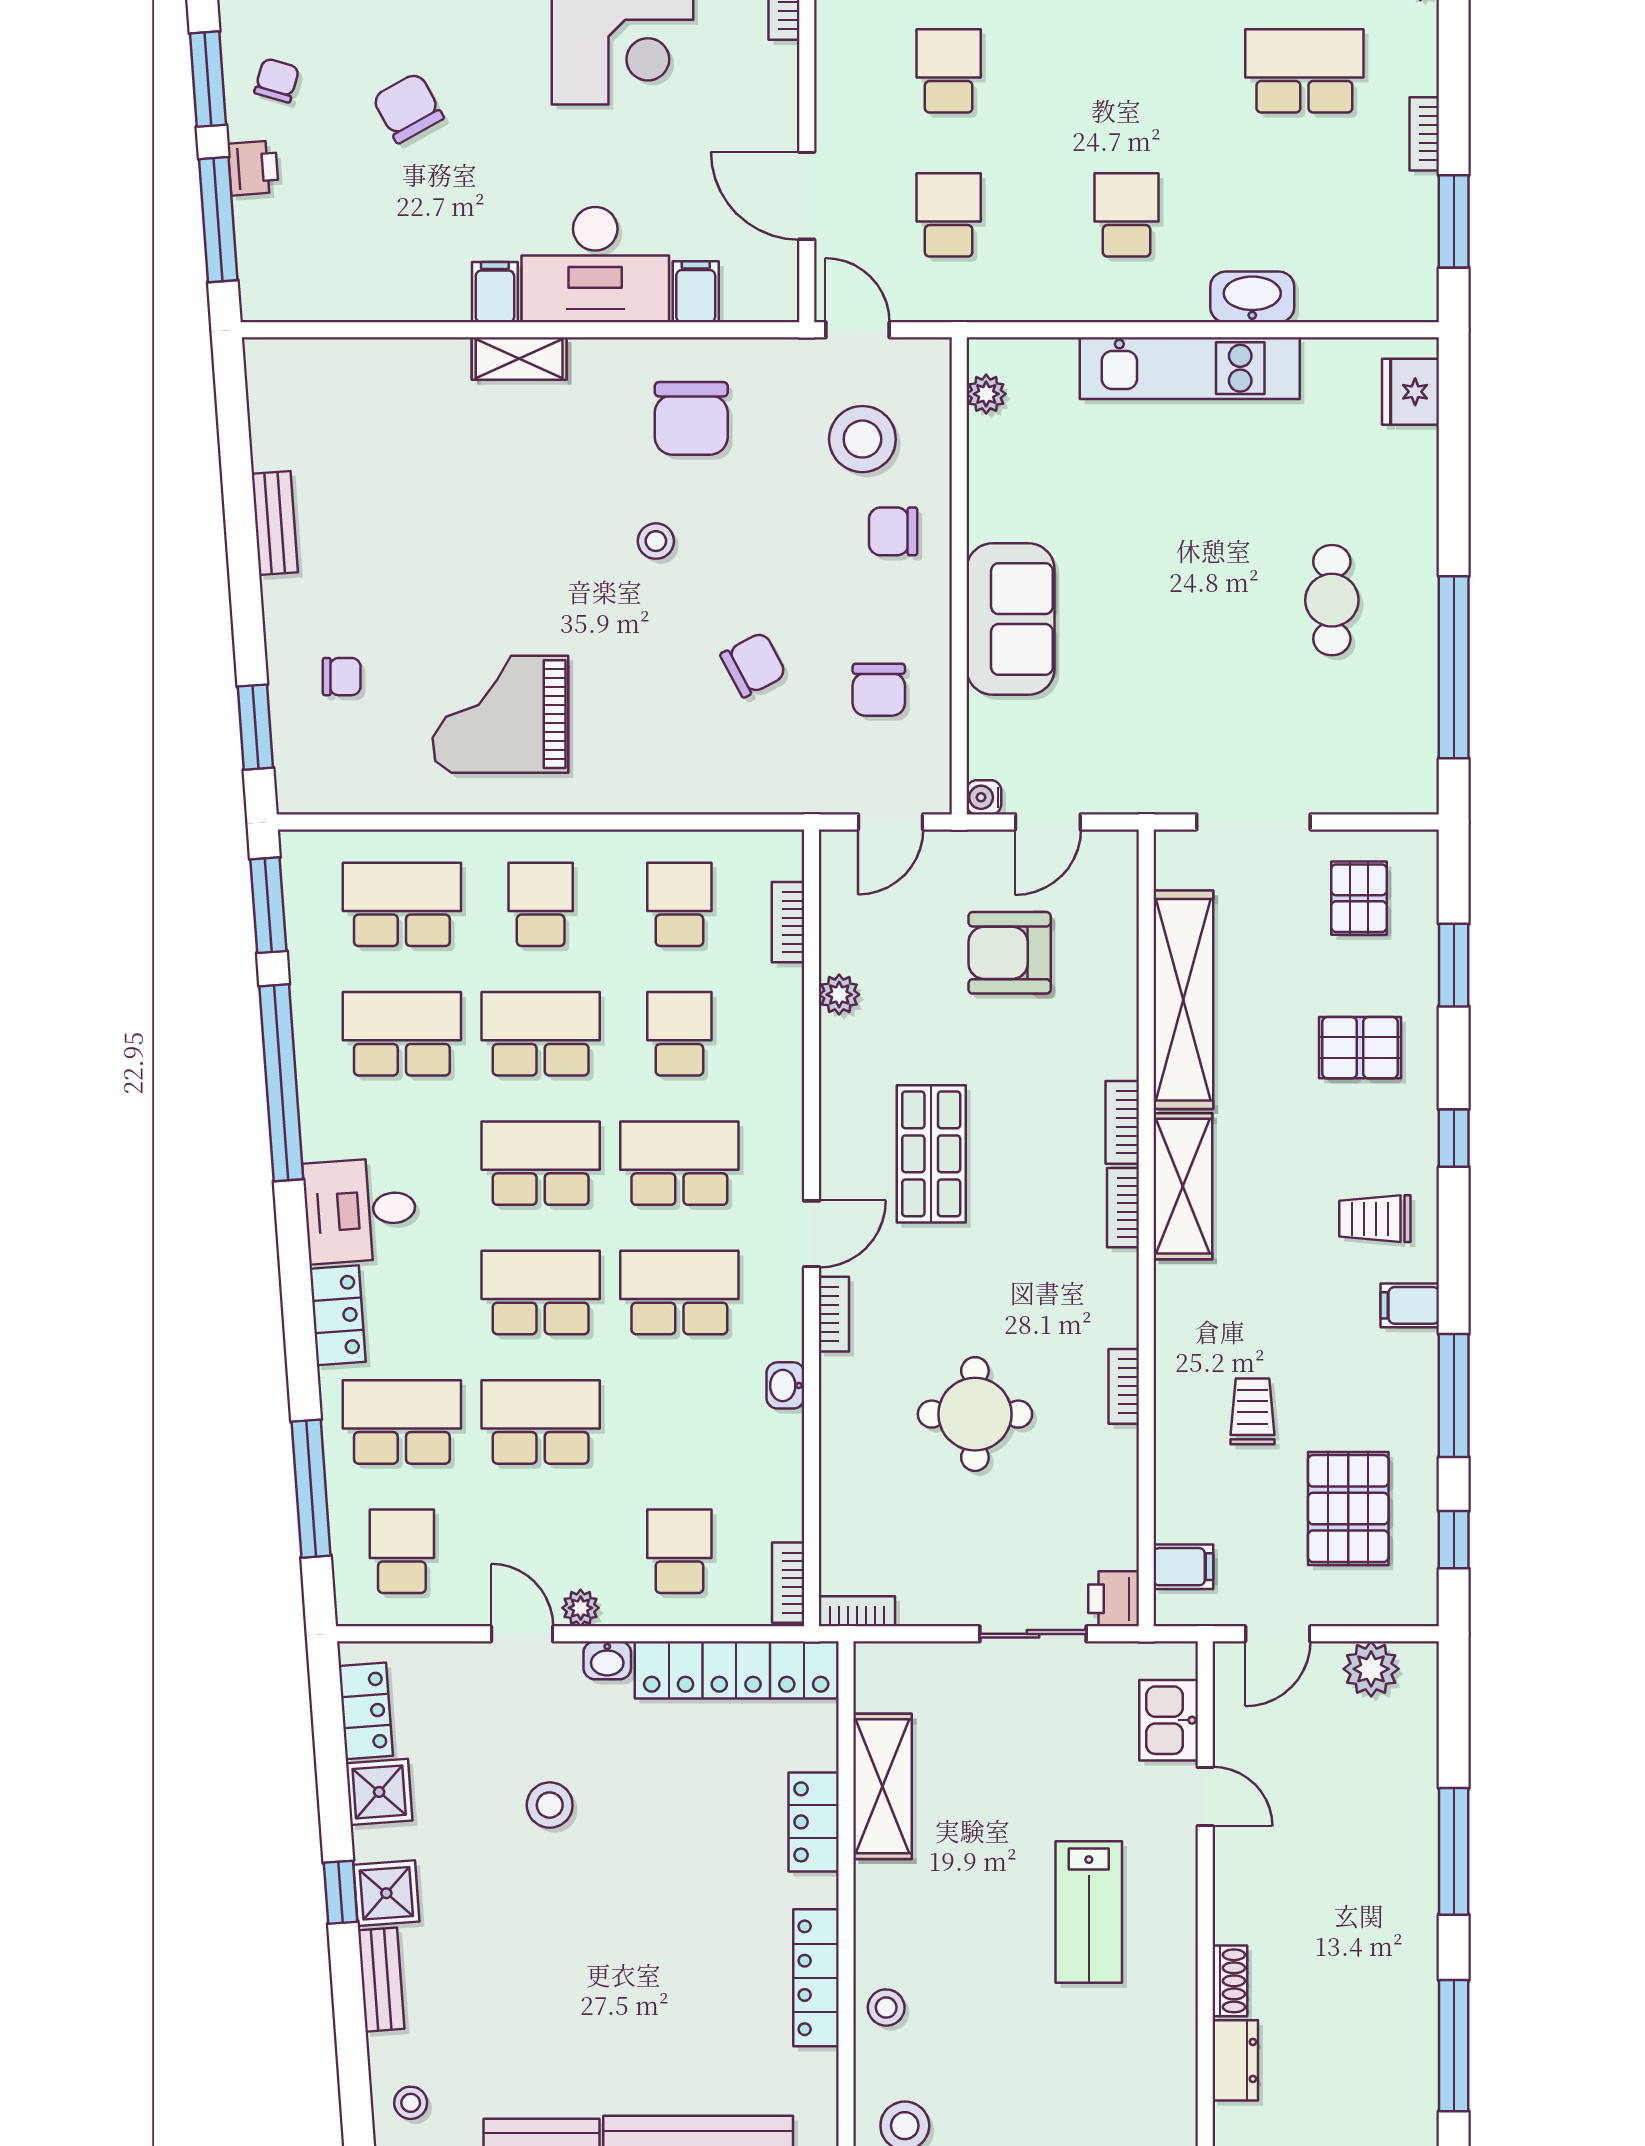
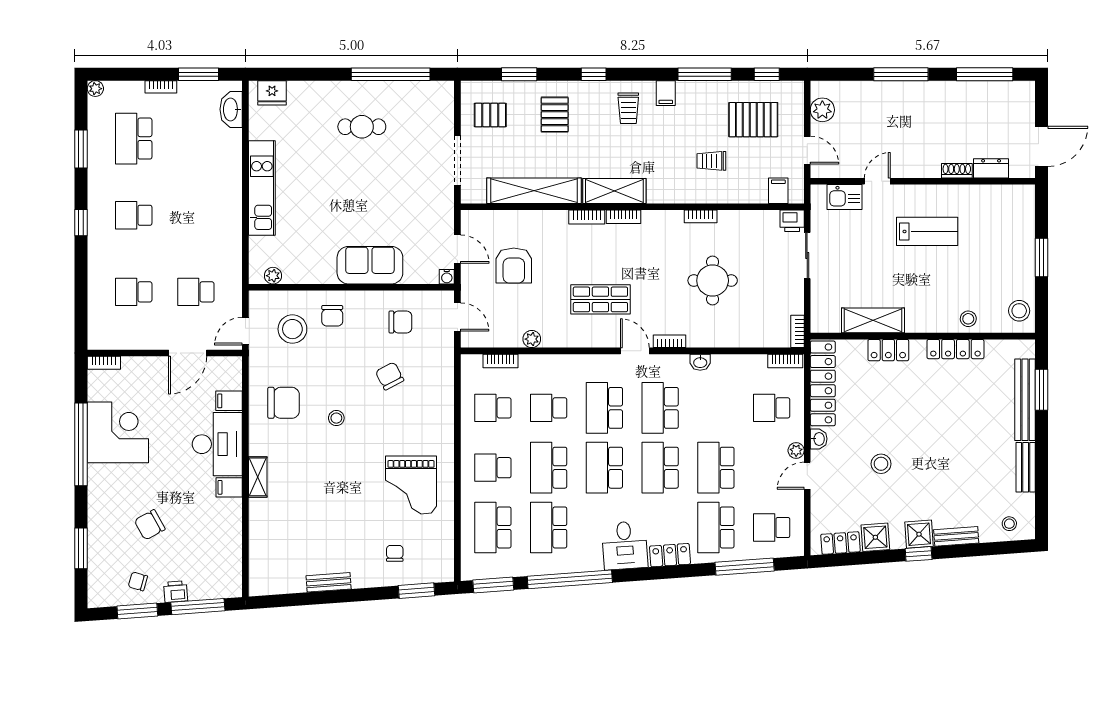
school desk: (1127, 215) -> (134, 215), moved
washbasin: (1252, 297) -> (231, 109), moved

